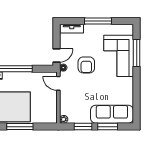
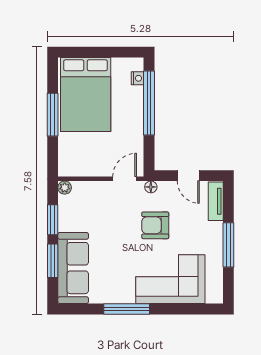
window: (137, 53) -> (127, 309), moved
door: (57, 55) -> (188, 176), moved

